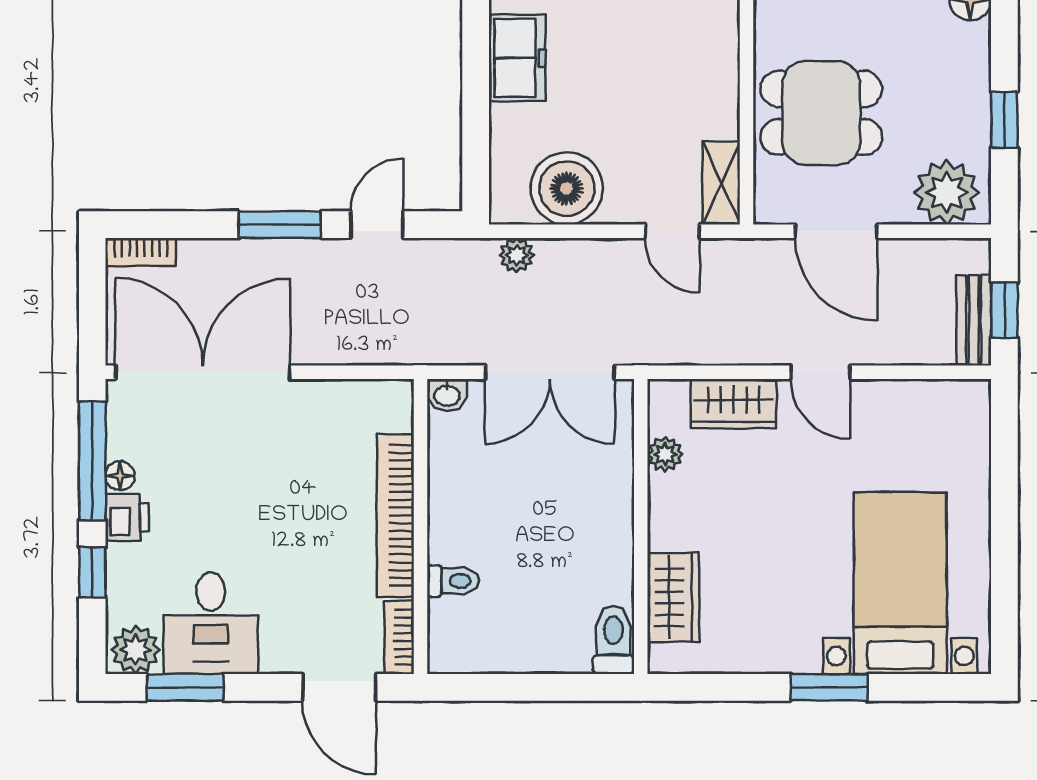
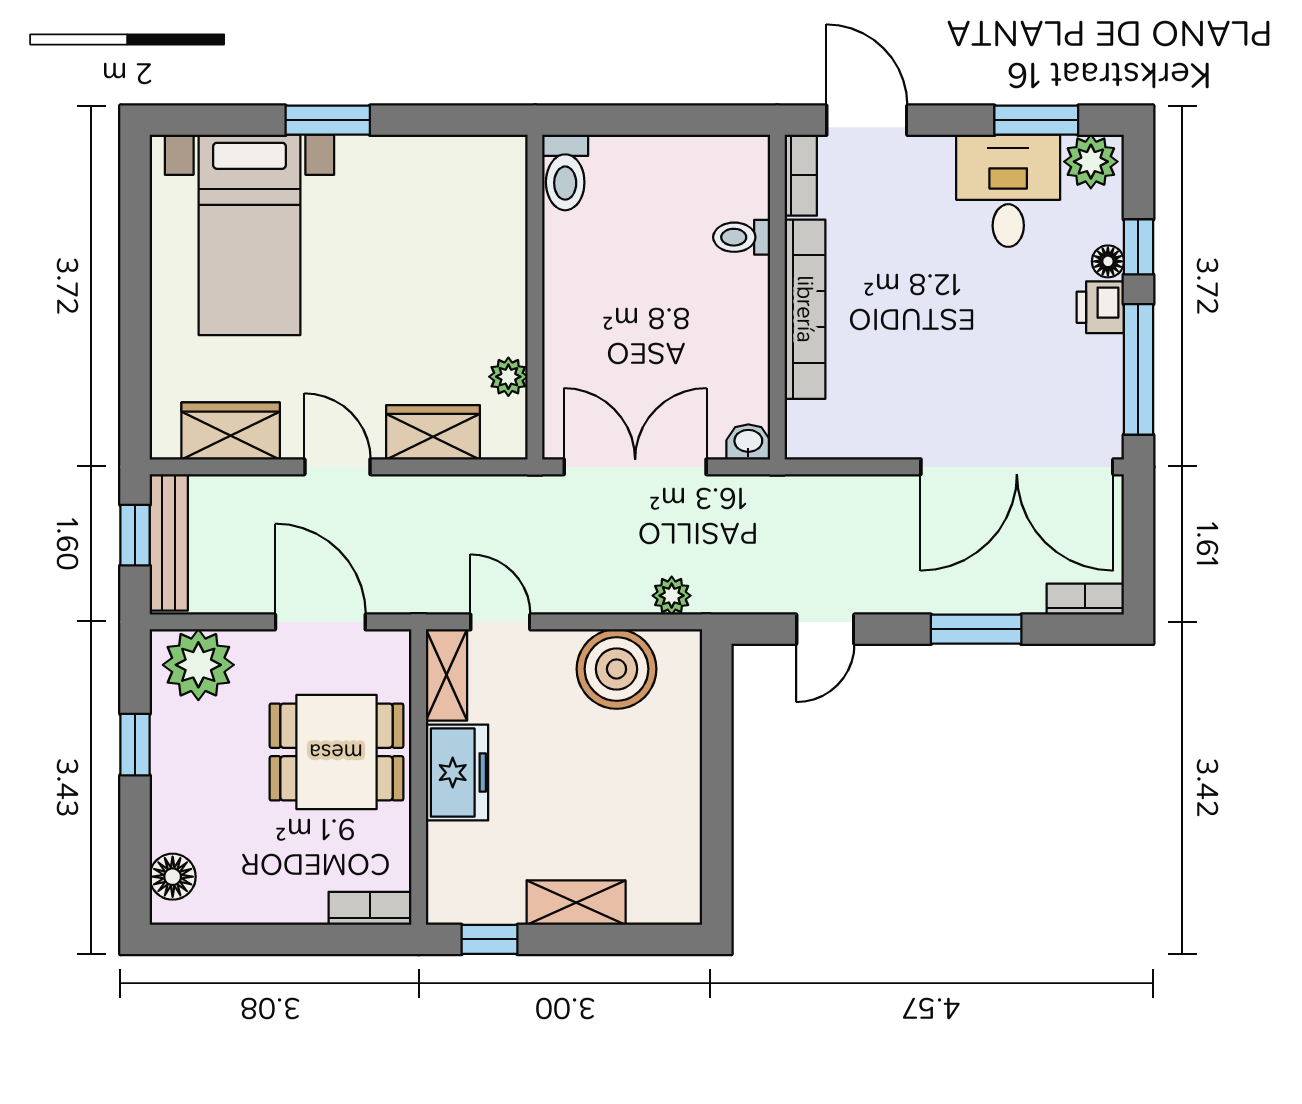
freezer: (517, 58) -> (457, 773), moved, turned 180
window: (280, 225) -> (976, 629), moved
bench: (974, 320) -> (169, 542), width x1.36
floor lamp: (120, 476) -> (1108, 261), moved
wardrobe: (673, 597) -> (231, 431), moved, turned 90

